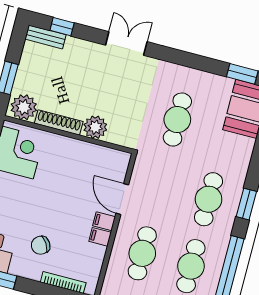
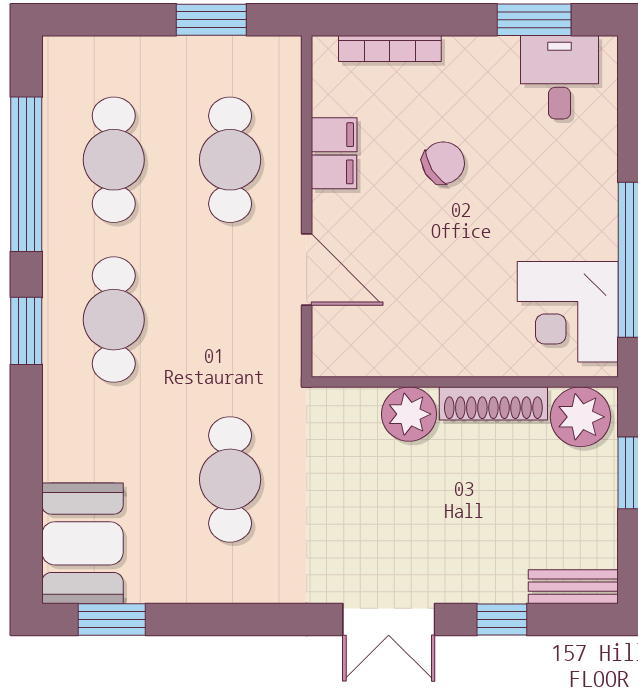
window: (62, 27) -> (502, 619), moved
filing cabinet: (104, 221) -> (334, 135), moved
chair: (41, 245) -> (443, 163), moved

